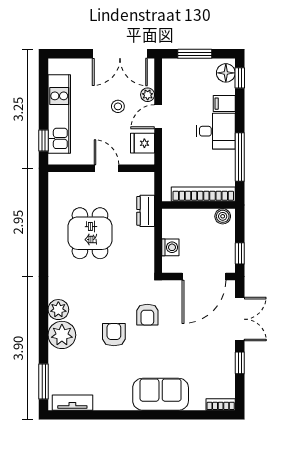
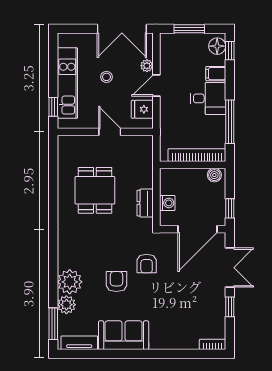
stool: (118, 106) -> (106, 77), moved
dresser: (146, 211) -> (145, 203), moved
plant: (58, 310) -> (66, 305), moved
sofa: (161, 394) -> (124, 335), moved

